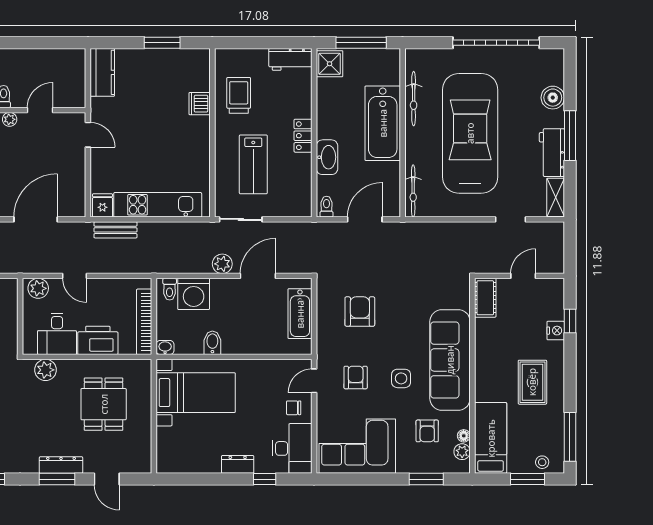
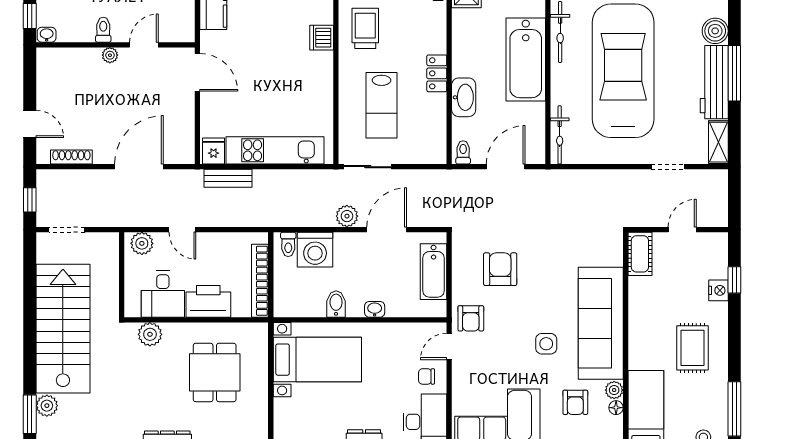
door: (88, 135) -> (197, 72), width x1.38
workbench: (552, 153) -> (714, 82), width x1.38
washbasin: (165, 347) -> (375, 309), moved
armchair: (356, 377) -> (471, 318), moved, turned 180
plant: (462, 452) -> (614, 390), moved

